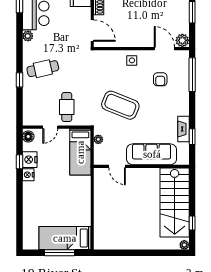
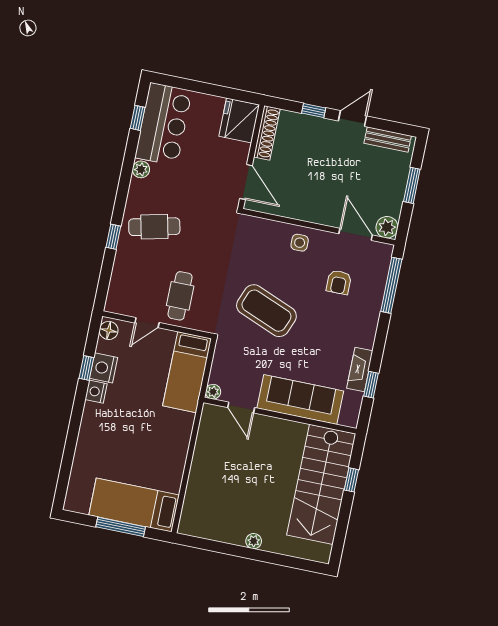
plant: (98, 139) -> (213, 392), moved
window: (192, 223) -> (351, 480), moved
plant: (184, 245) -> (254, 541), moved

